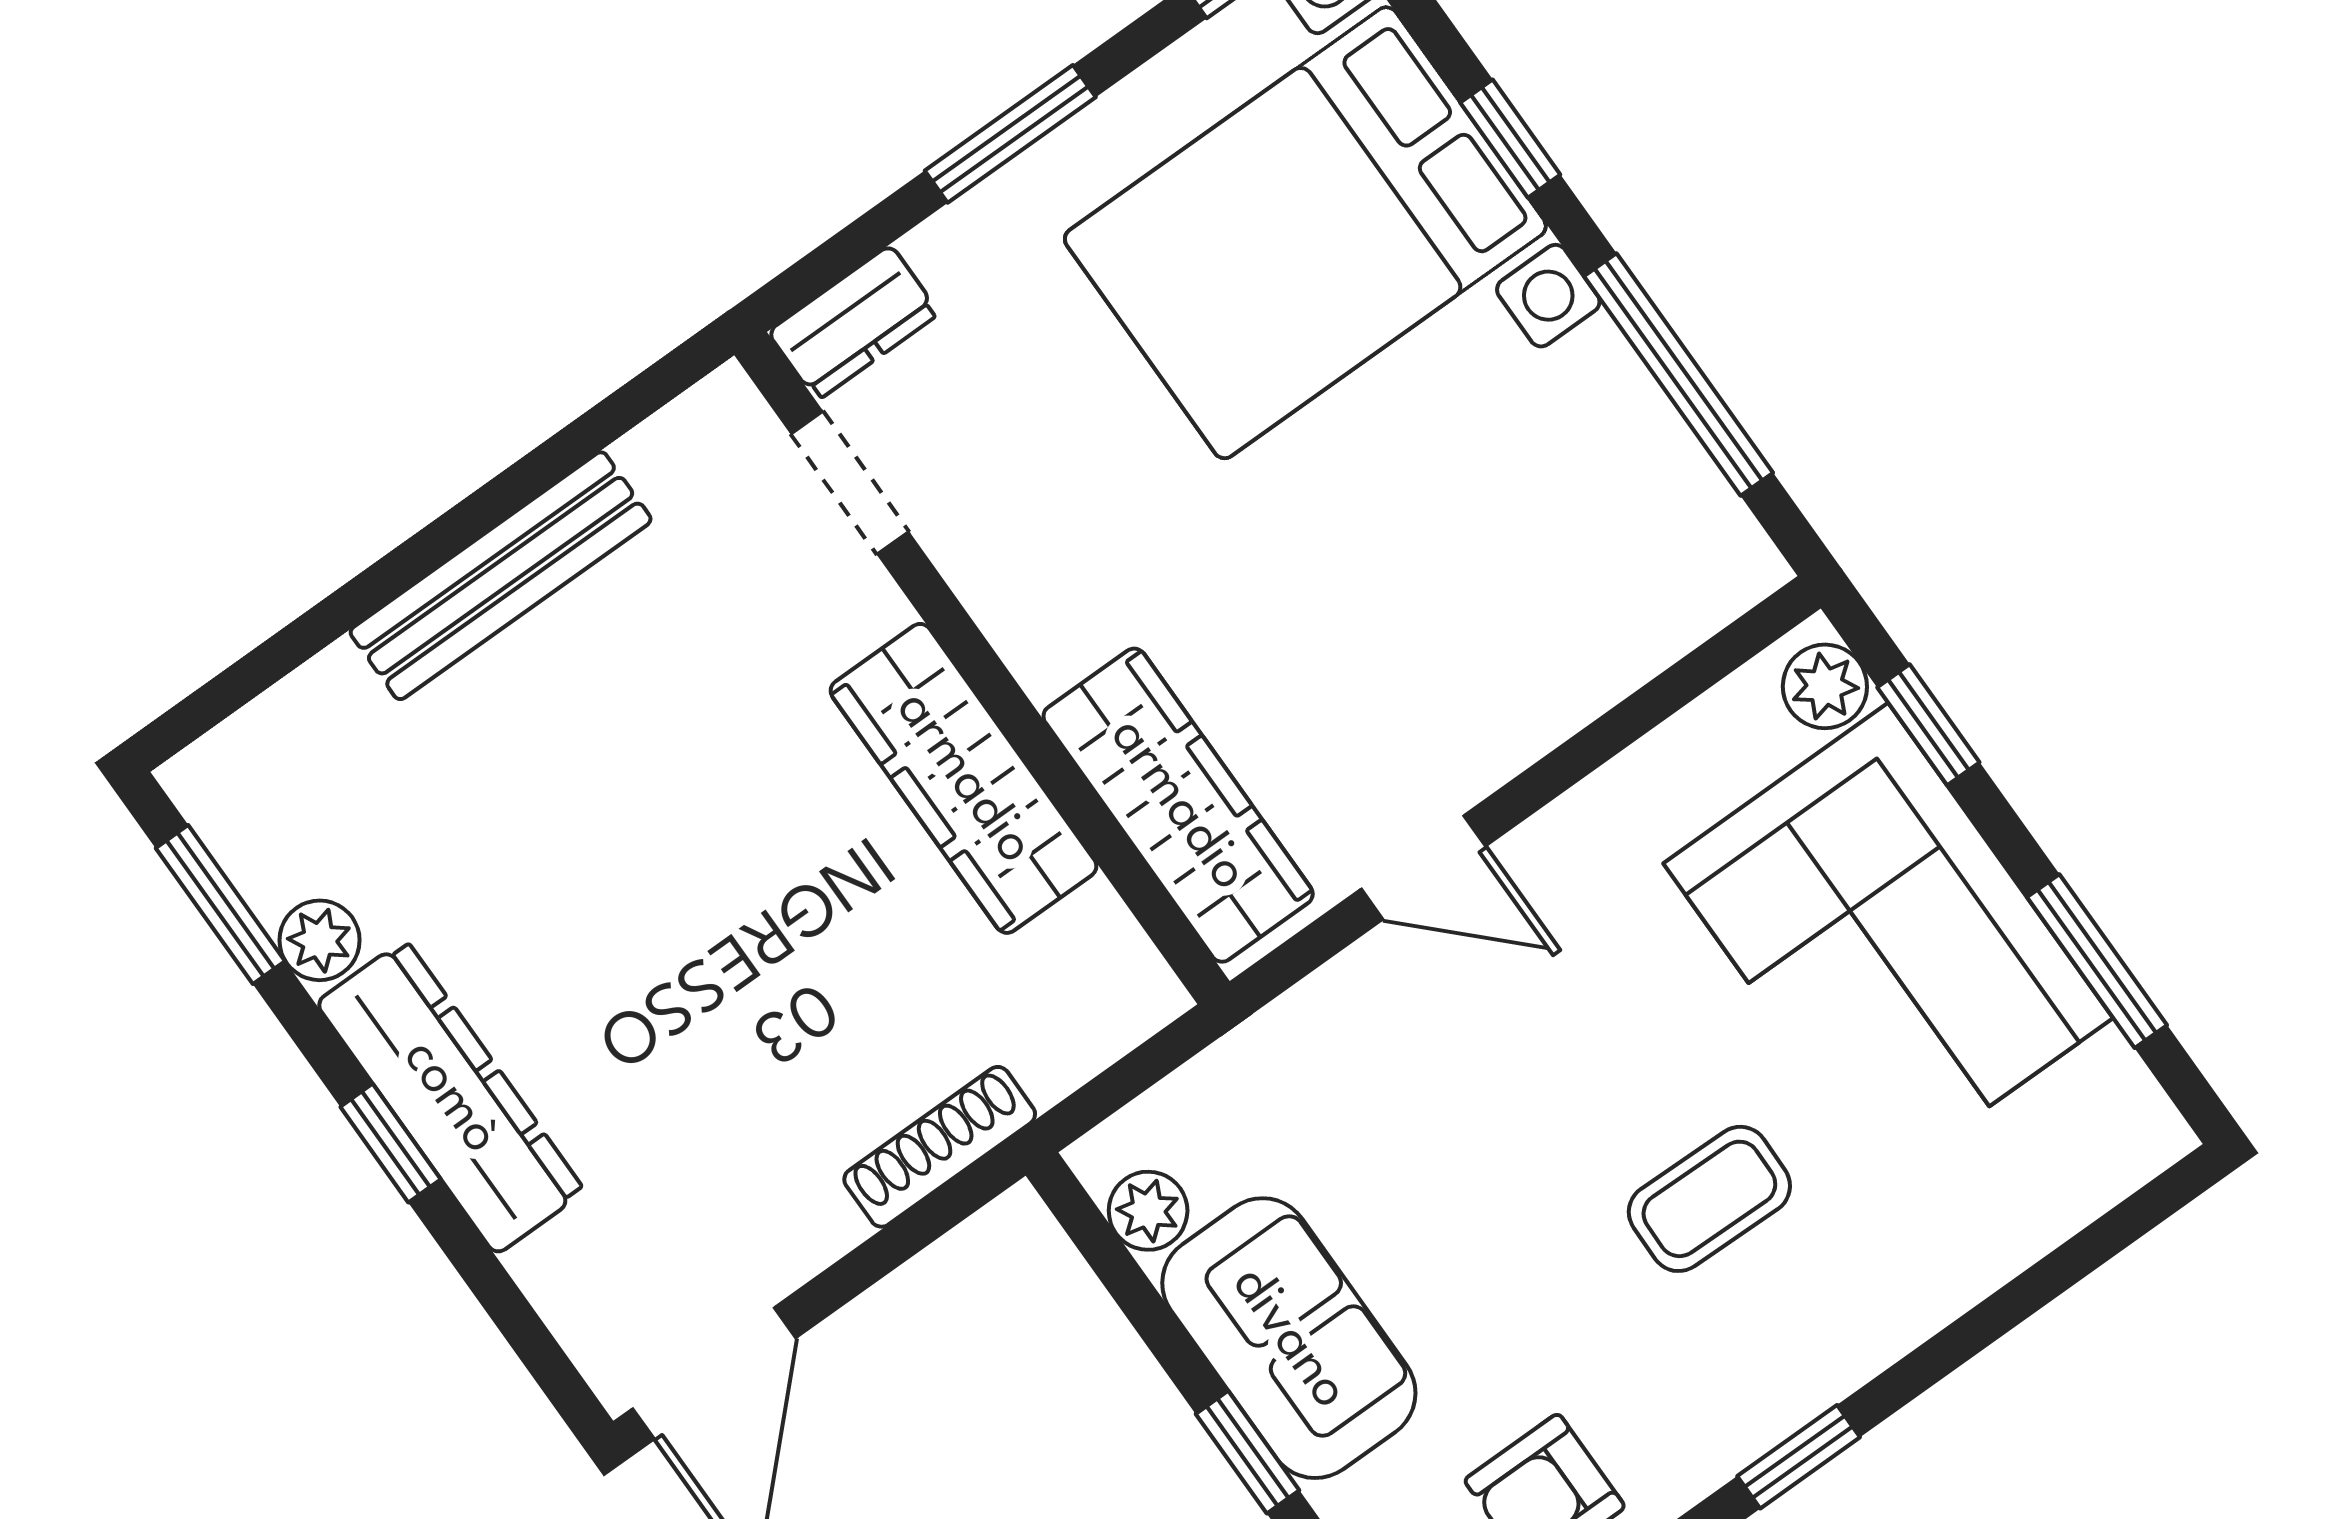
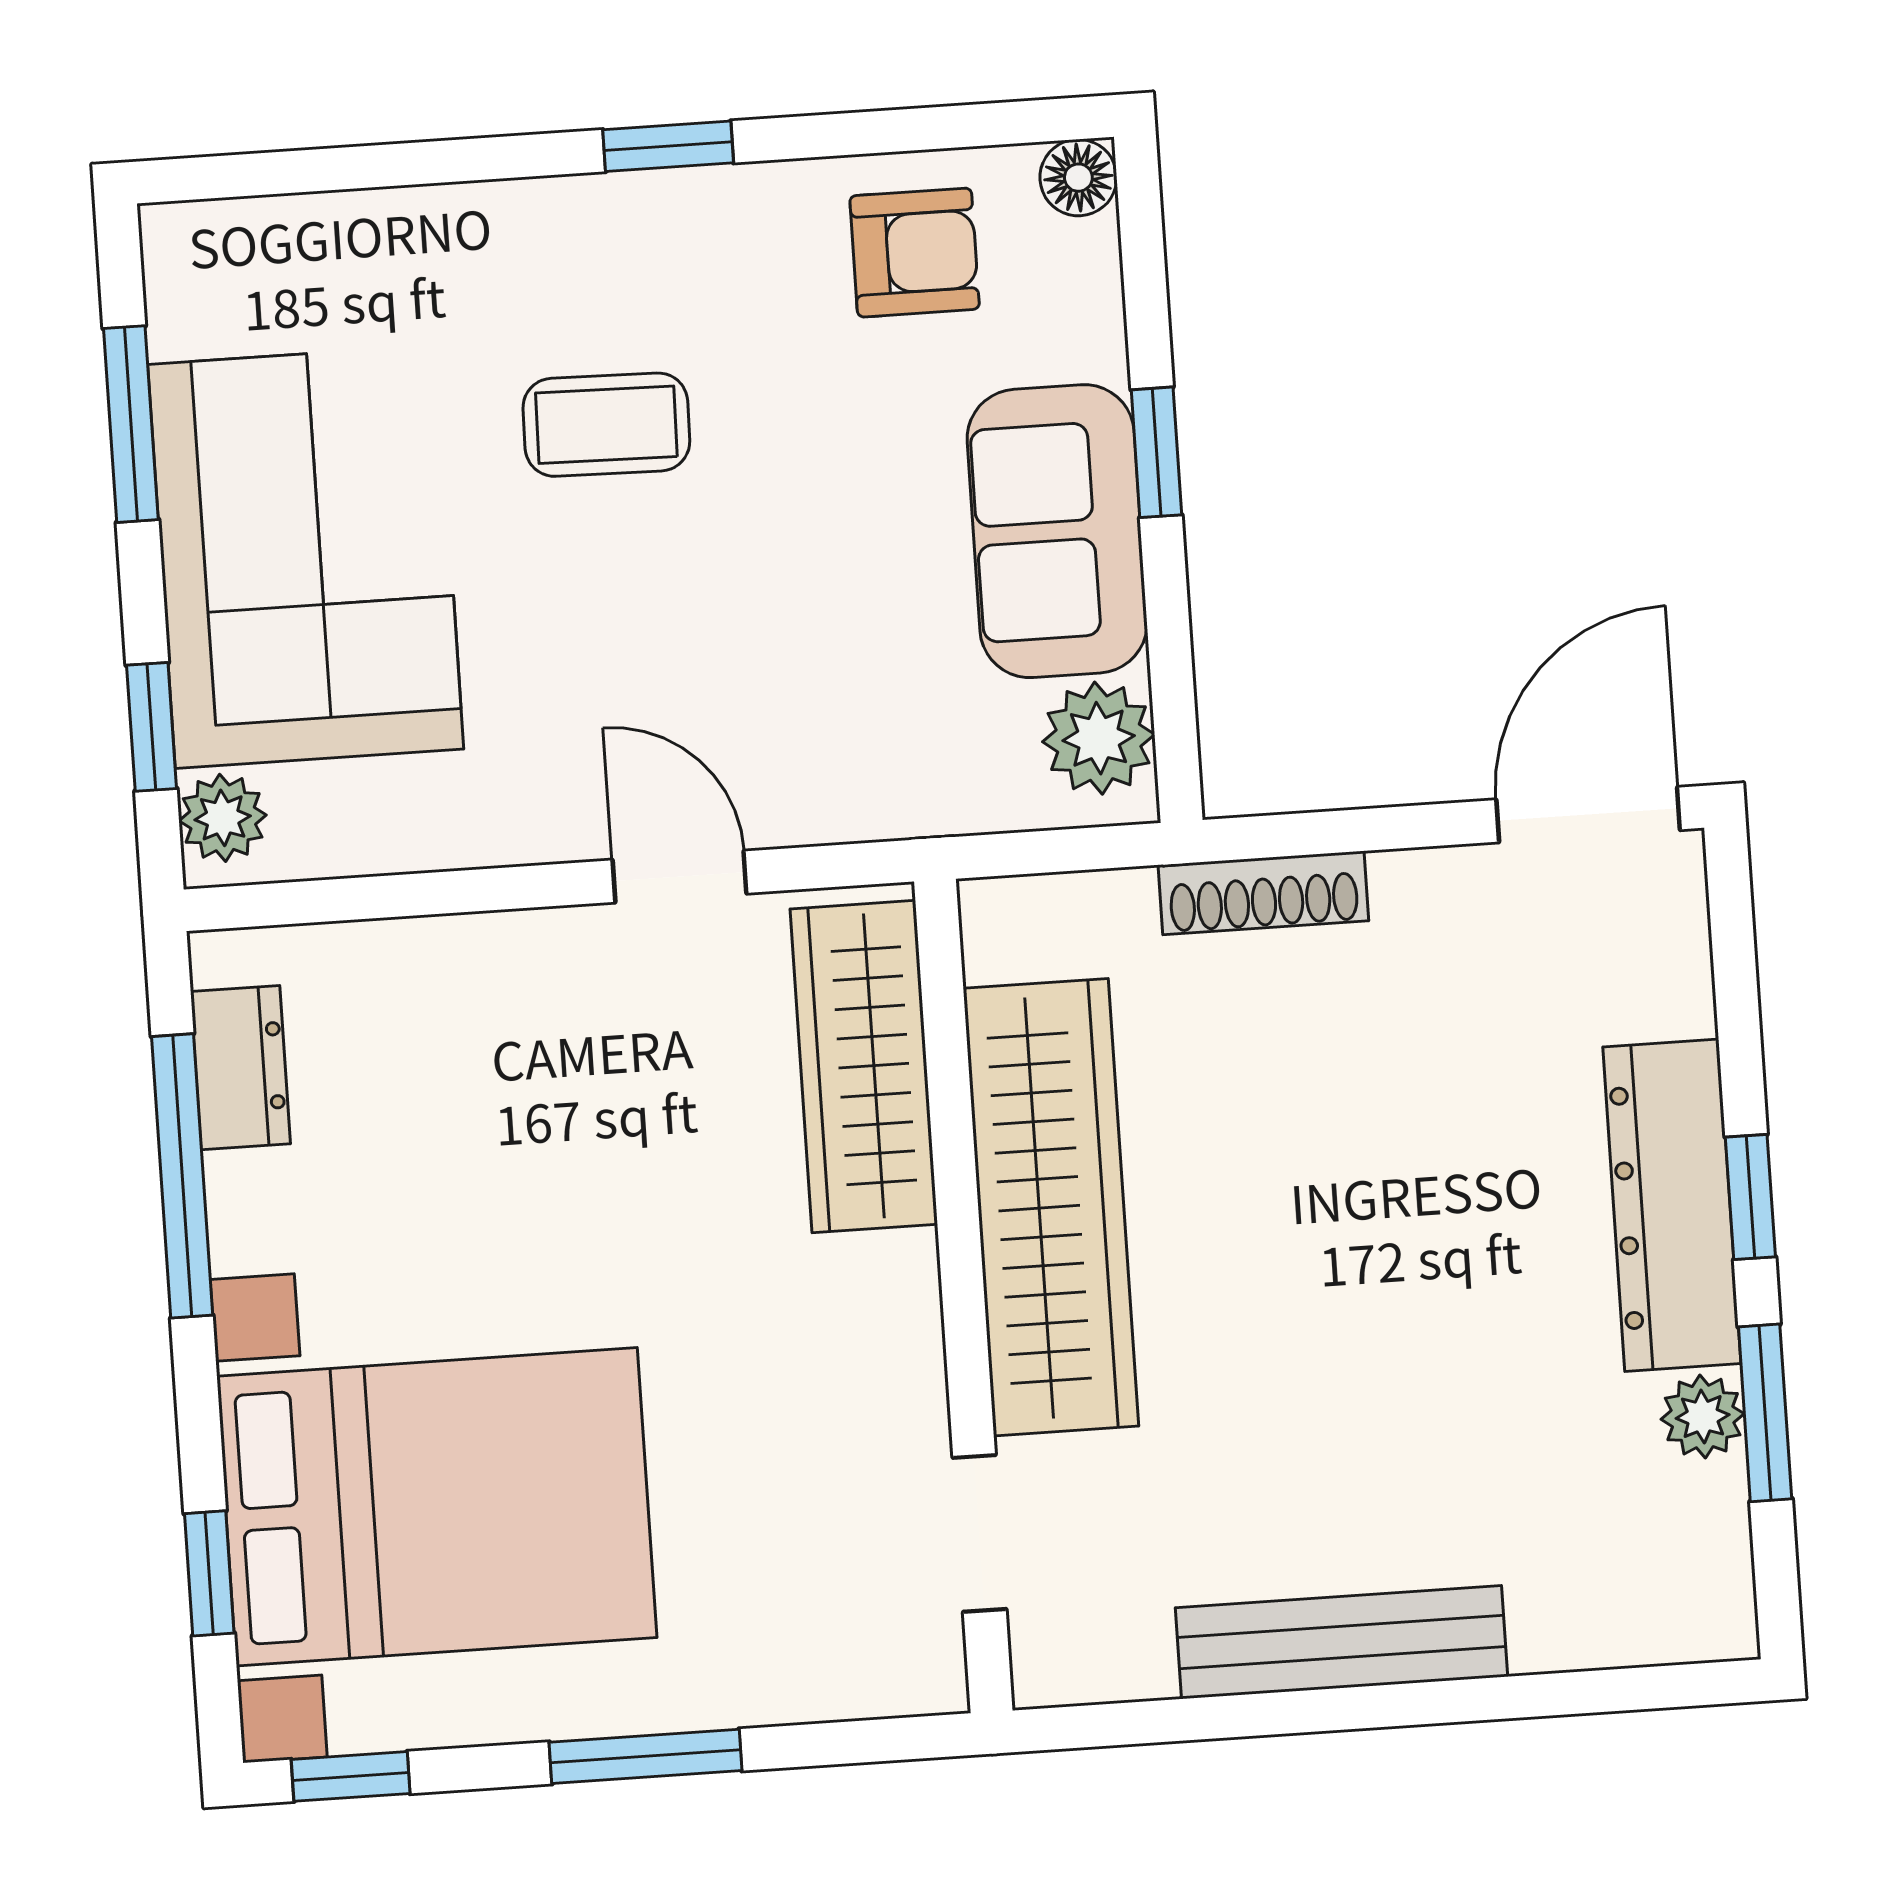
window: (1510, 139) -> (209, 1573), moved
dresser: (854, 323) -> (240, 1068), moved, turned 90
wardrobe: (964, 778) -> (1051, 1207), width x1.40, depth x1.17
window: (220, 905) -> (1765, 1413), moved
plant: (1148, 1211) -> (1099, 738), width x1.38, depth x1.38

